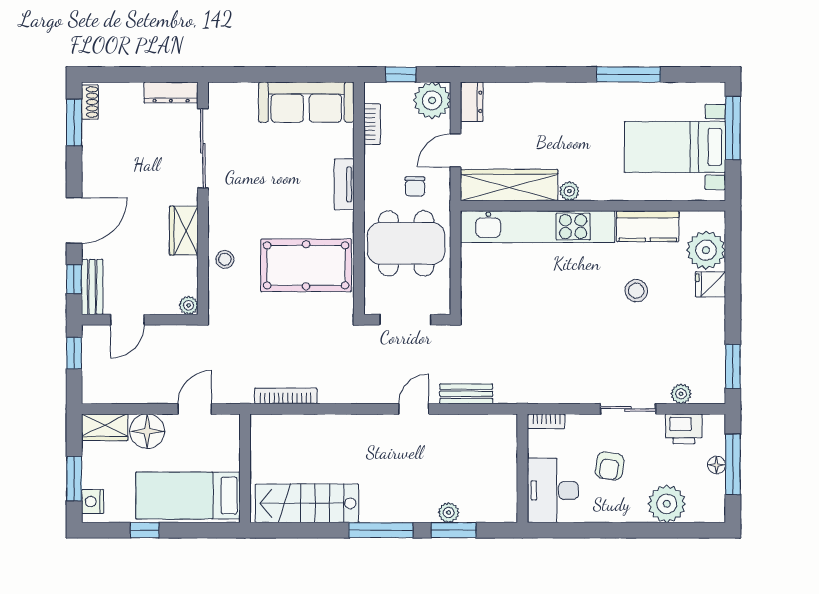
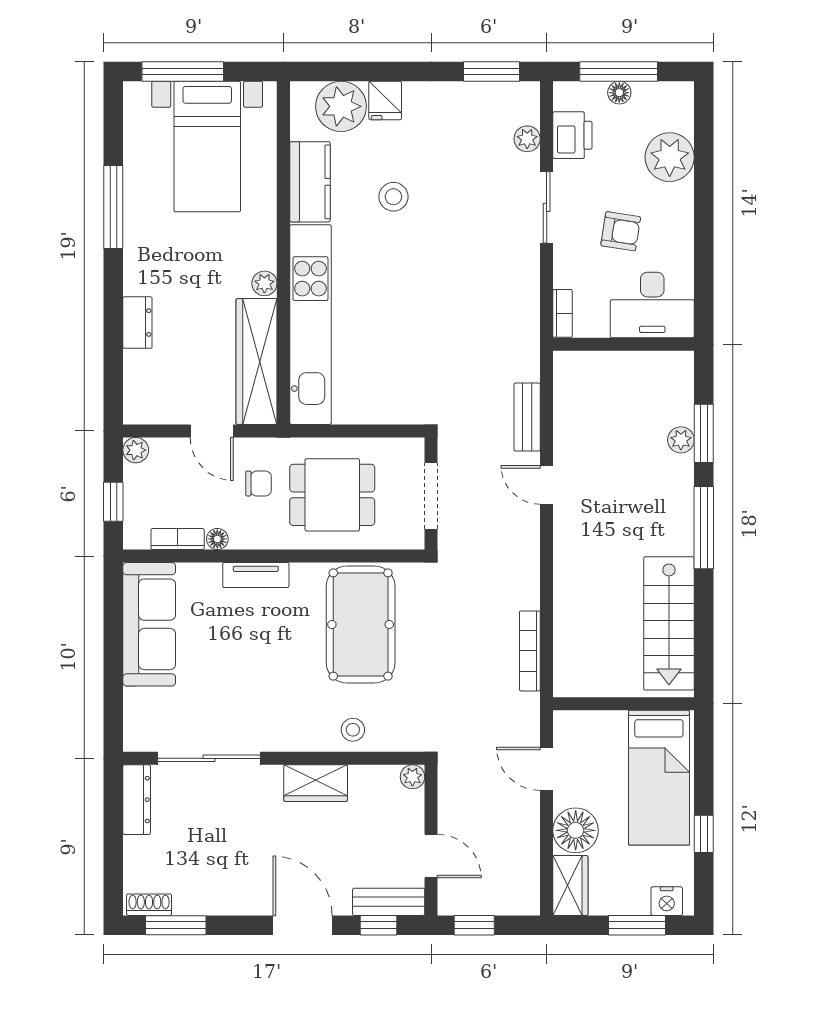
plant: (432, 100) -> (136, 450), width x0.53, depth x0.53
dresser: (472, 102) -> (137, 323), moved, turned 90
floor lamp: (372, 155) -> (217, 539), added
dining table: (406, 243) -> (332, 495), width x0.73

